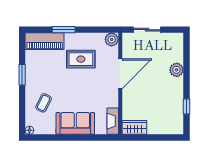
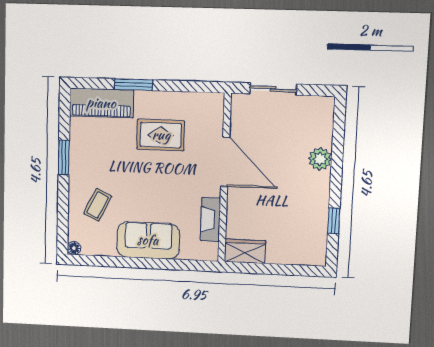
plant: (112, 39) -> (213, 104), removed
door: (120, 74) -> (225, 162), hinge flipped
fireplace: (113, 121) -> (210, 219), moved

